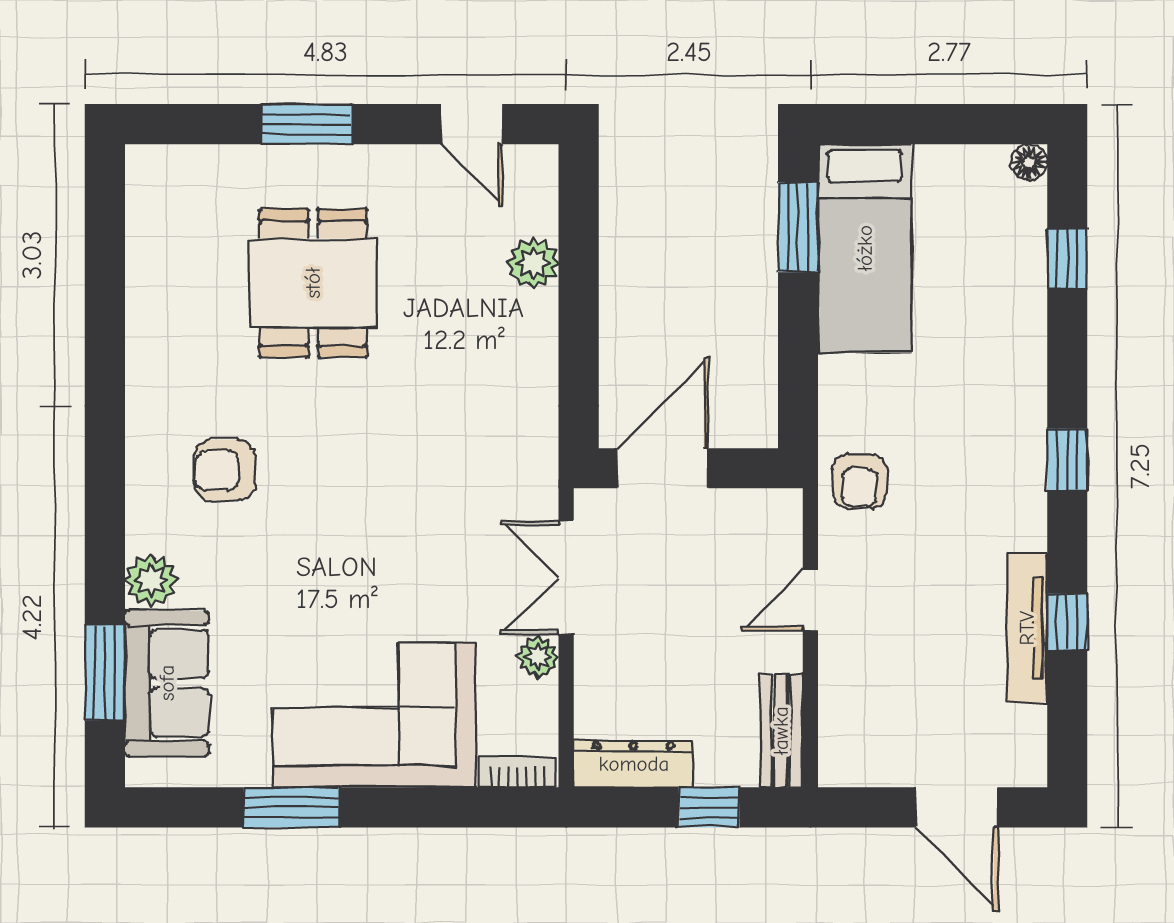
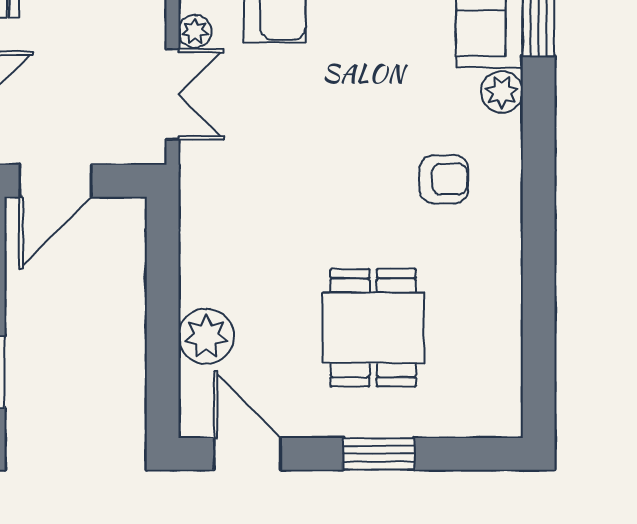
door: (472, 124) -> (247, 454), width x1.38
plant: (533, 263) -> (206, 336), width x1.36, depth x1.36
door: (663, 468) -> (55, 181), moved

